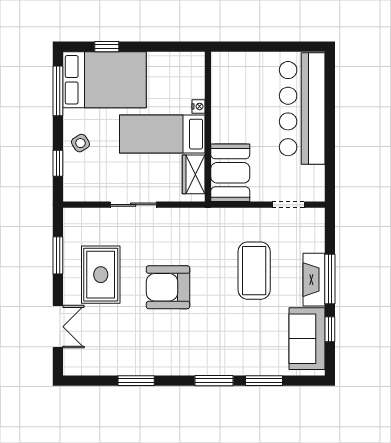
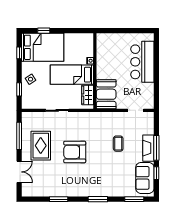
window: (58, 91) -> (19, 53), width x0.46
bar counter: (302, 109) -> (142, 62), width x0.73
window: (58, 255) -> (19, 136), width x1.44
coffee table: (254, 271) -> (118, 144), width x0.54, depth x0.58
window: (264, 381) -> (134, 199), moved

